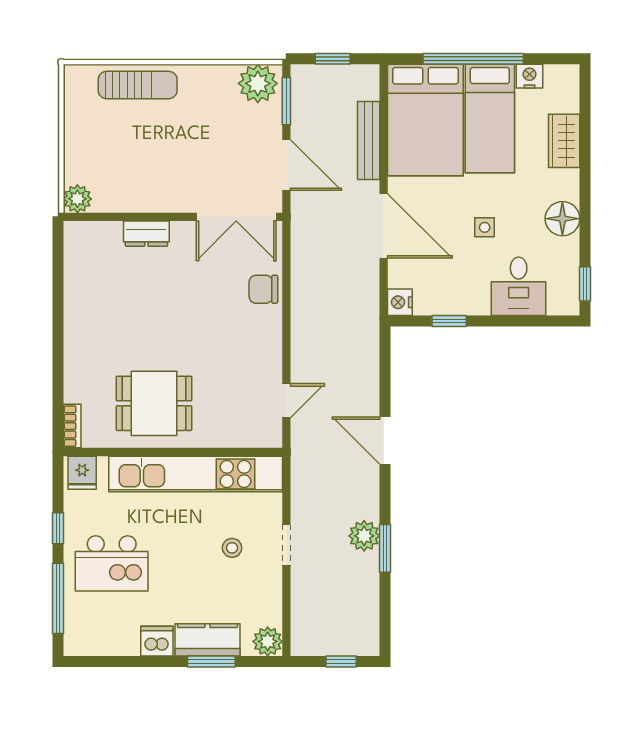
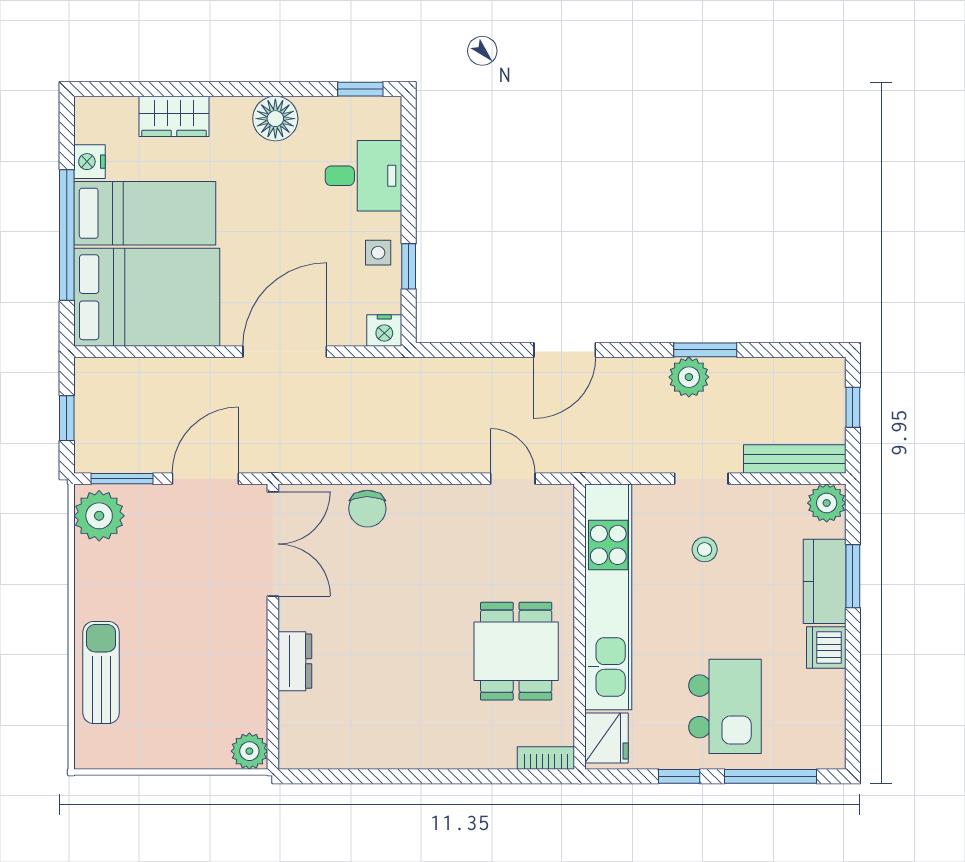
bench: (369, 140) -> (795, 459), moved
side table: (485, 227) -> (378, 253), moved
fridge: (82, 473) -> (607, 738), width x1.38

